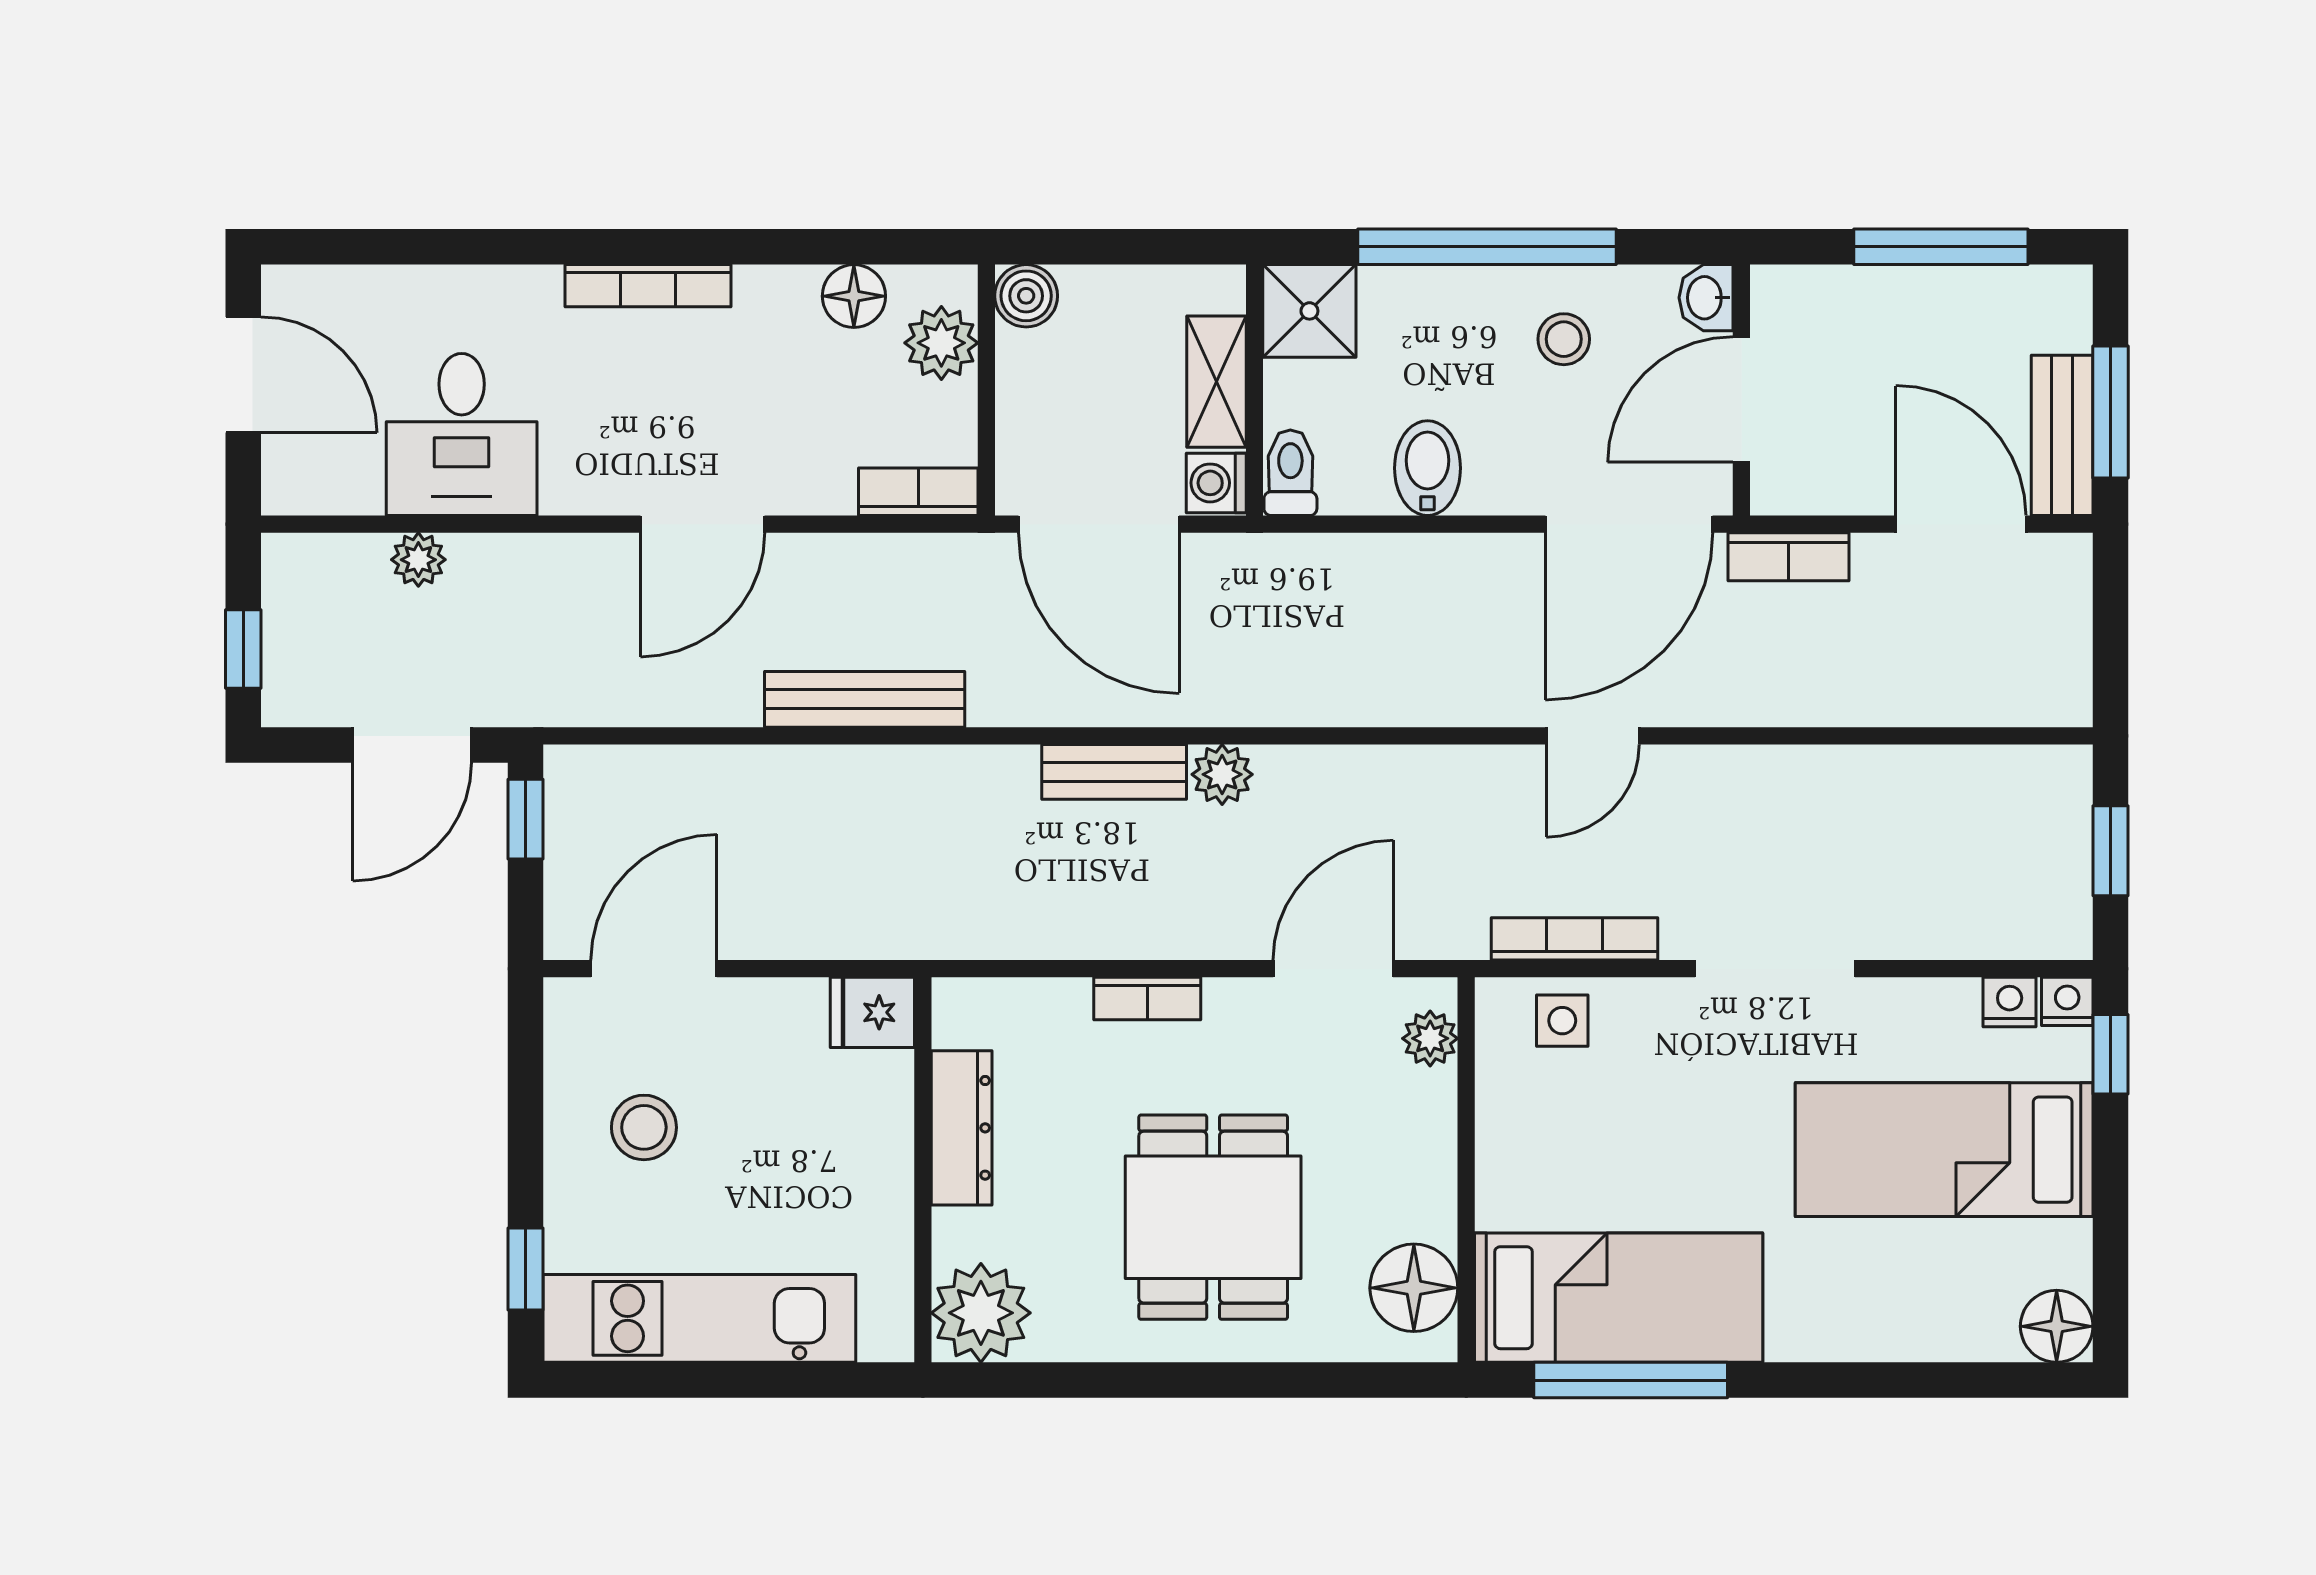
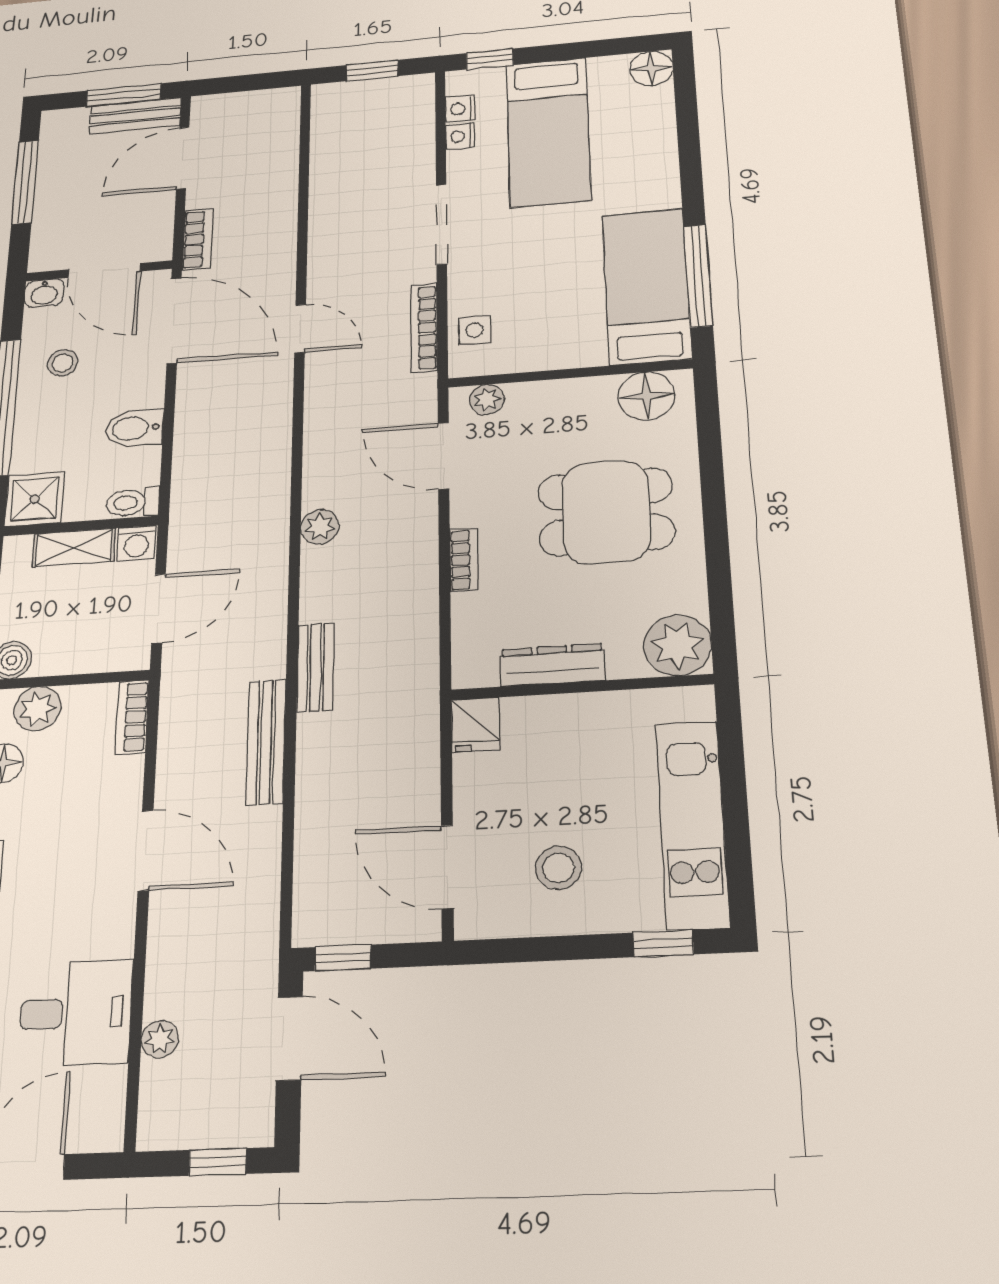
door: (1099, 524) -> (159, 608), width x0.73
bench: (1114, 772) -> (315, 667), moved
nightstand: (2067, 1001) -> (460, 136), moved

